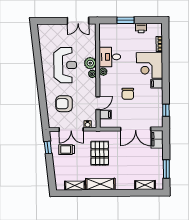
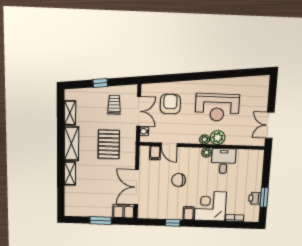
window: (126, 20) -> (264, 197), moved
window: (166, 110) -> (173, 223), moved
double door: (71, 129) -> (139, 111), swing flipped
window: (48, 147) -> (100, 83), moved
pallet: (100, 153) -> (109, 144), turned 90
window: (166, 169) -> (101, 221), moved
shelving: (145, 185) -> (70, 173), moved

